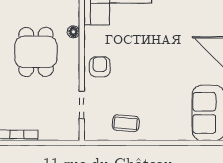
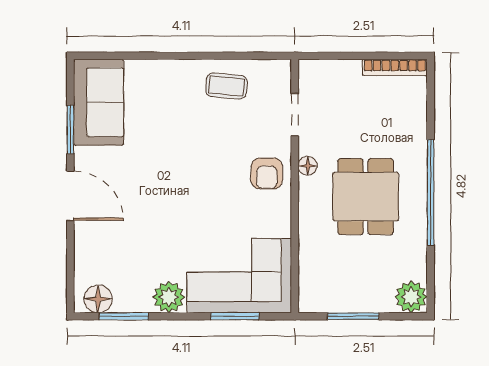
floor lamp: (73, 32) -> (308, 166), moved

